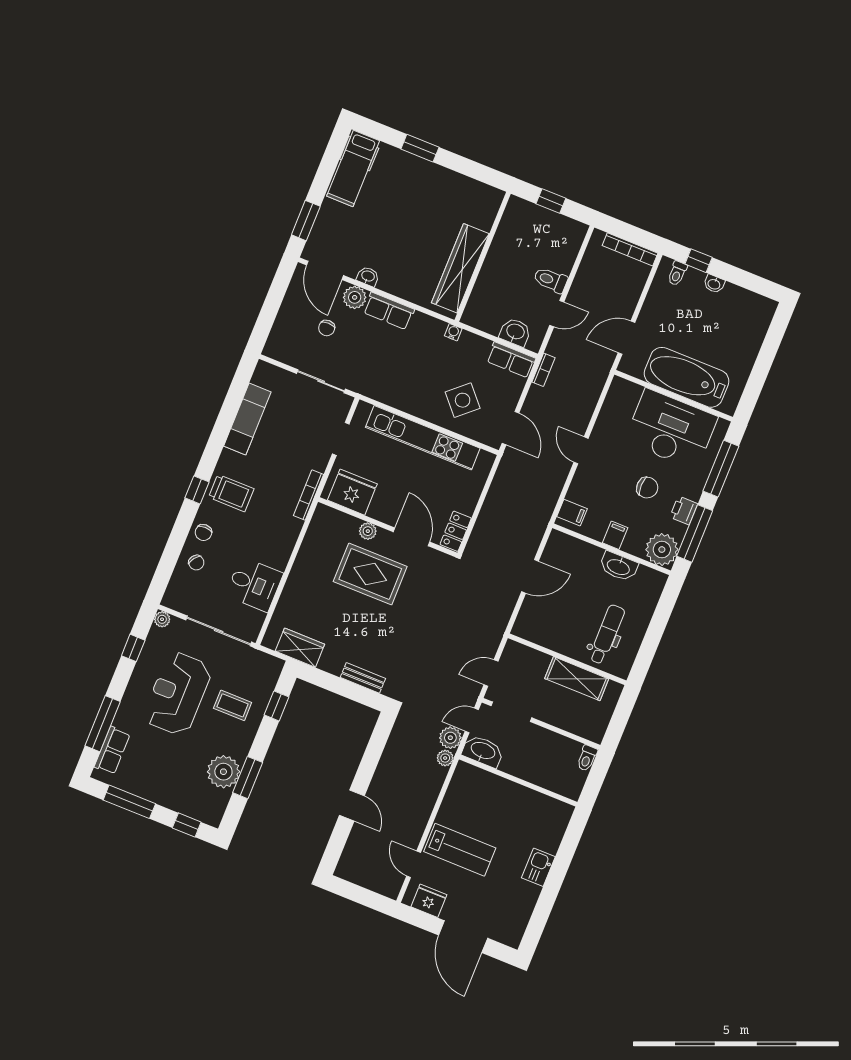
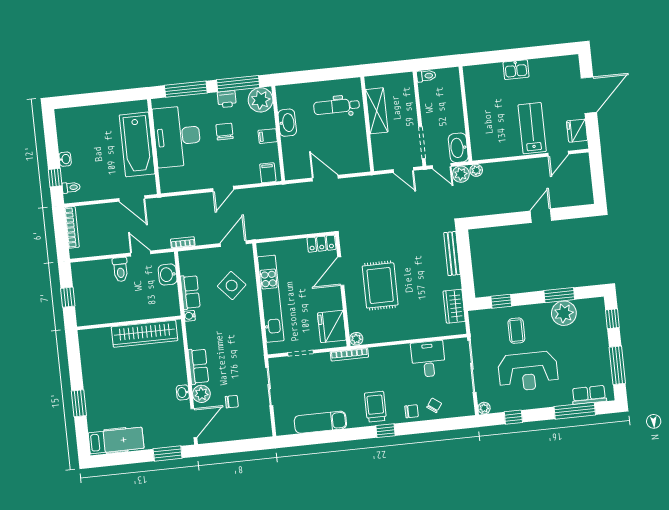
row of seats: (511, 360) -> (190, 292), moved
plant: (368, 531) -> (356, 339), moved
bench: (363, 678) -> (452, 254), width x1.36

